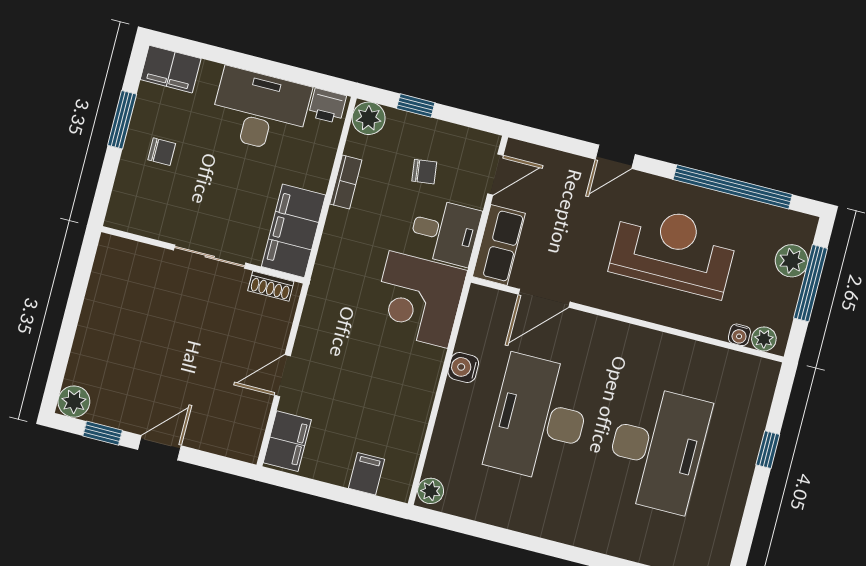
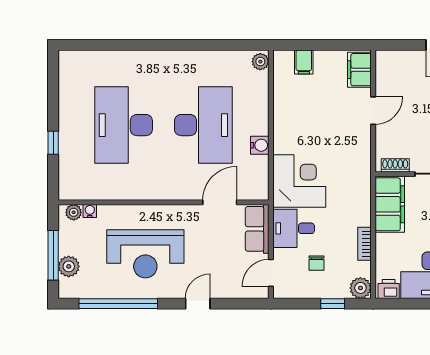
chair: (424, 172) -> (316, 263), turned -83

